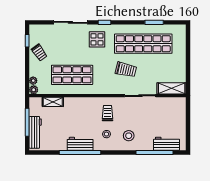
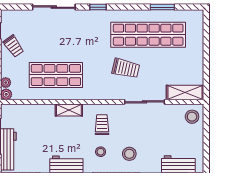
display table: (97, 39) -> (88, 29), removed
shelving: (53, 102) -> (69, 110), moved
stool: (177, 107) -> (192, 117), added

